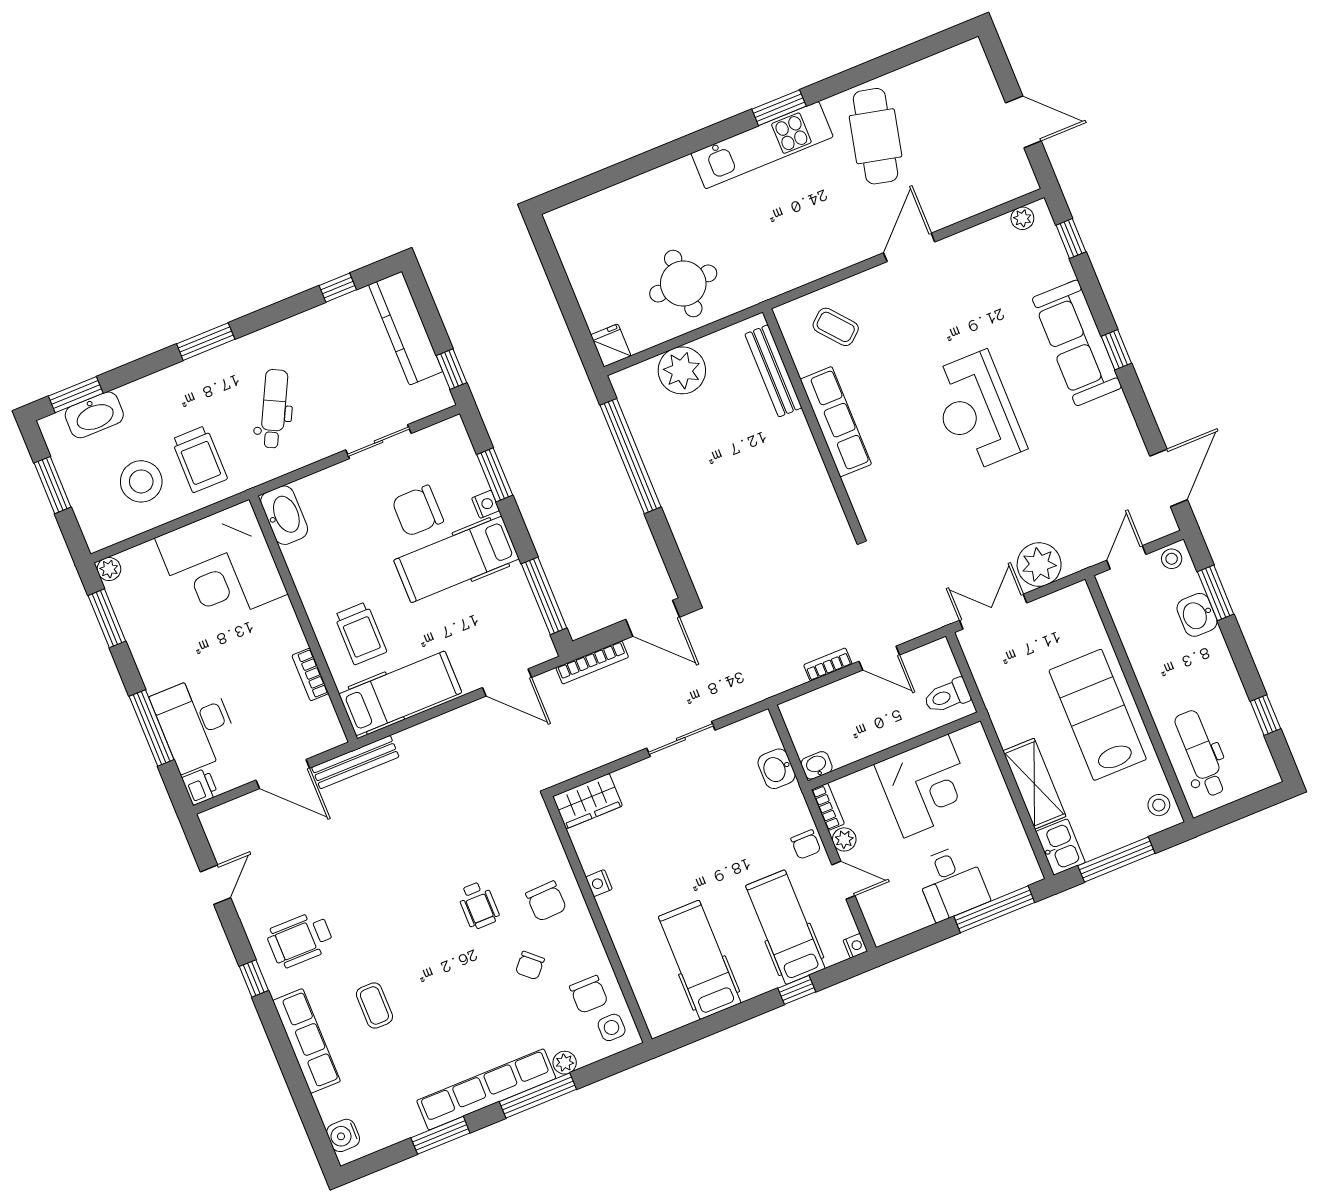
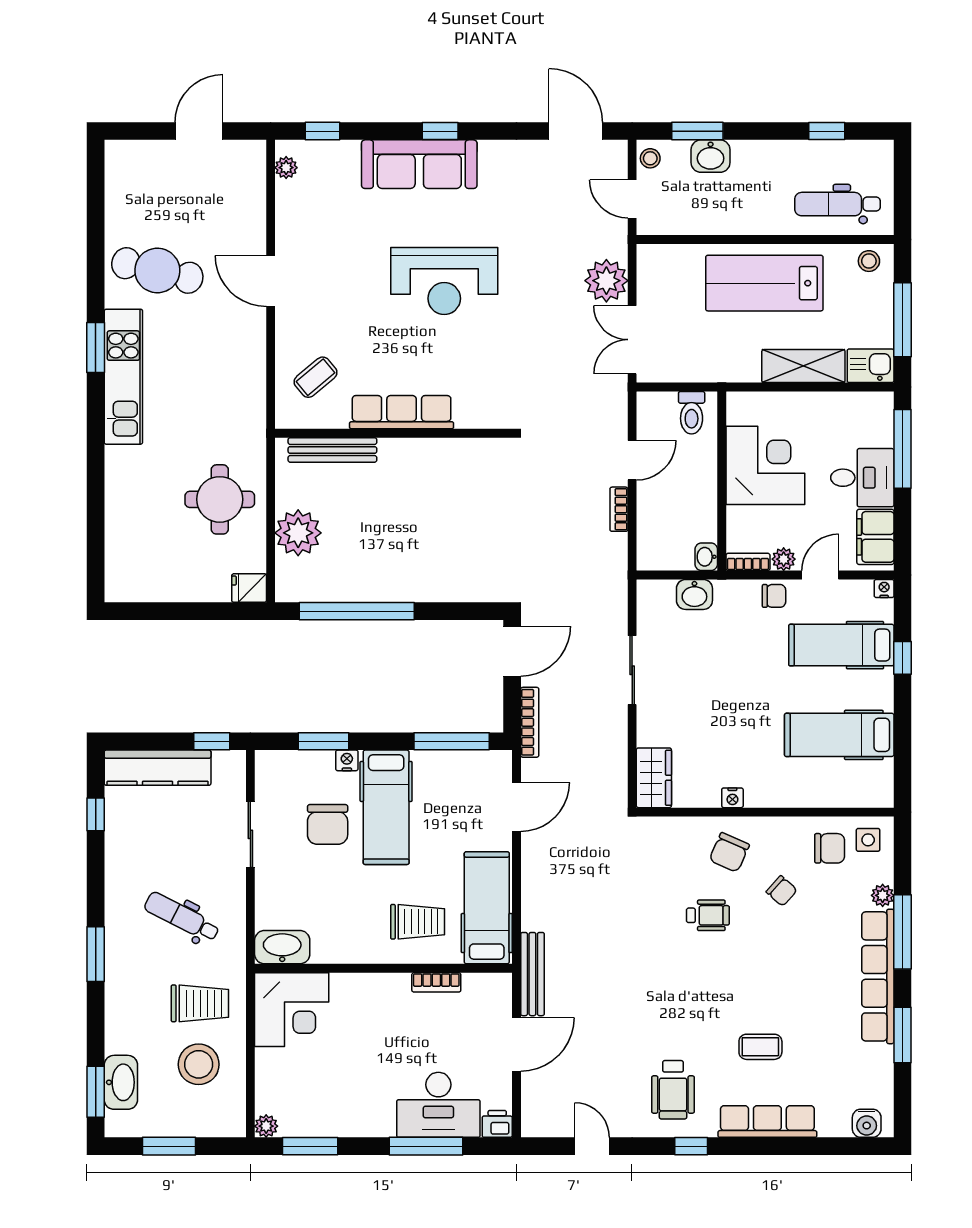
corner desk: (221, 566) -> (292, 1010), width x0.74, depth x0.74
chair: (546, 901) -> (729, 852), turned 116
filing cabinet: (901, 918) -> (875, 537), added

